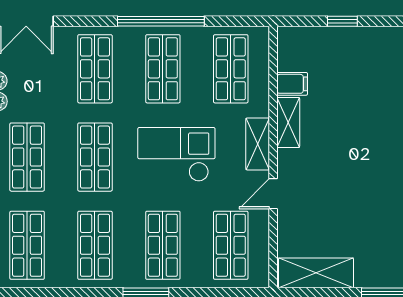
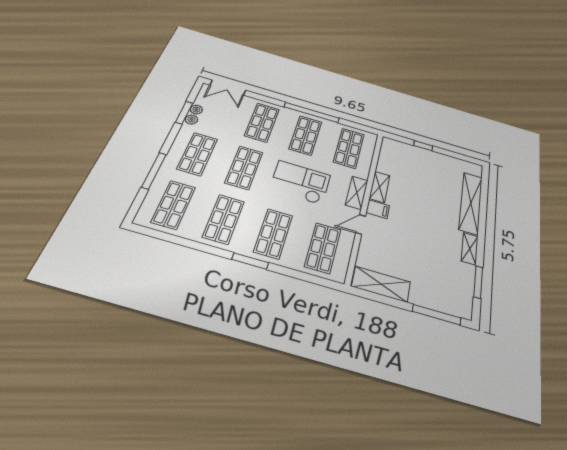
filing cabinet: (292, 84) -> (378, 209), moved

